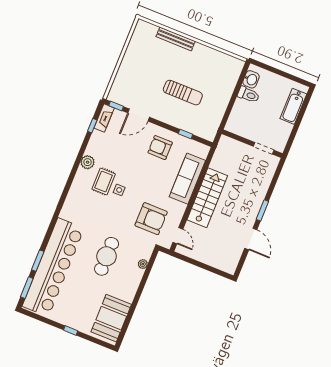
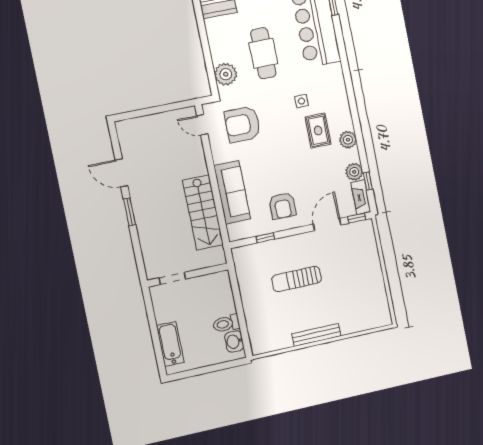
bench: (176, 39) -> (316, 335), moved
plant: (97, 138) -> (354, 172), added
armchair: (160, 148) -> (282, 206), turned 90
side table: (119, 190) -> (302, 101), moved
stairs: (207, 198) -> (203, 212), moved
plant: (143, 264) -> (226, 74), width x1.88, depth x1.88

